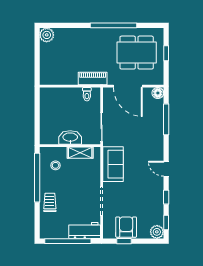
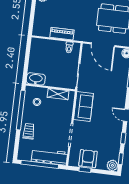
piano: (93, 78) -> (62, 34), moved
washbasin: (70, 137) -> (36, 79), moved
workbench: (85, 230) -> (49, 157), width x1.37

